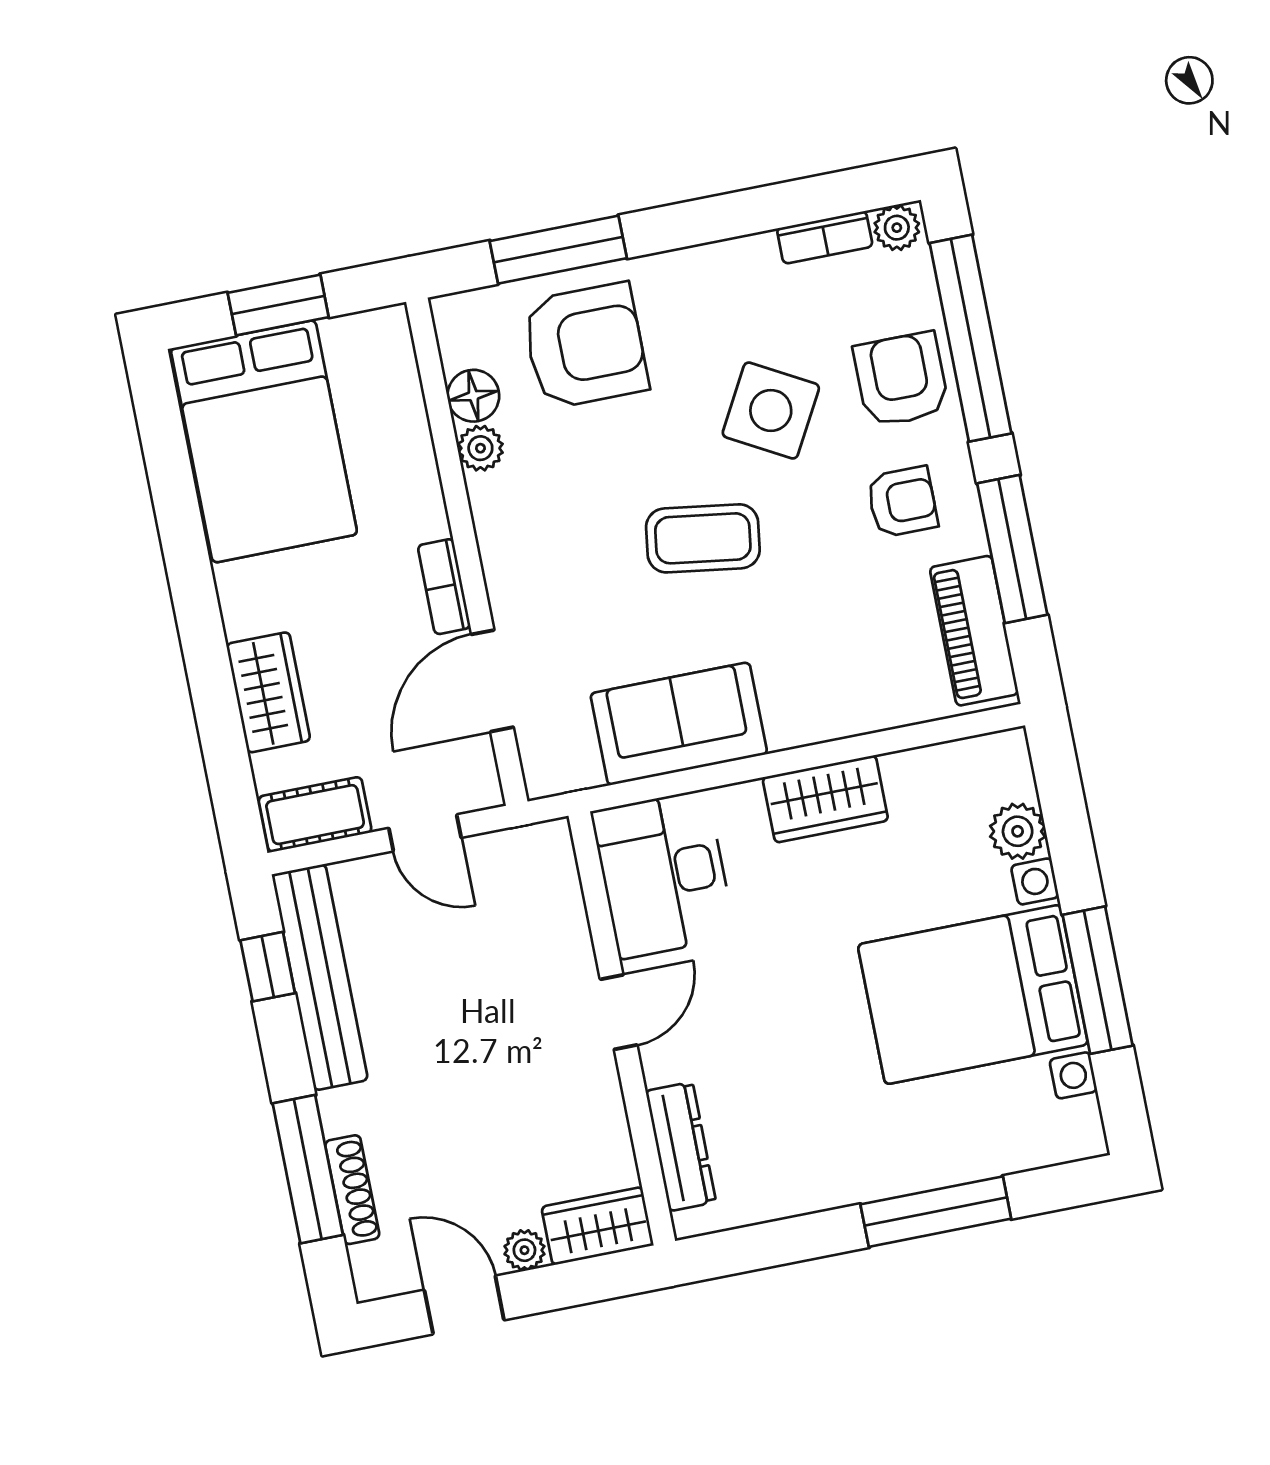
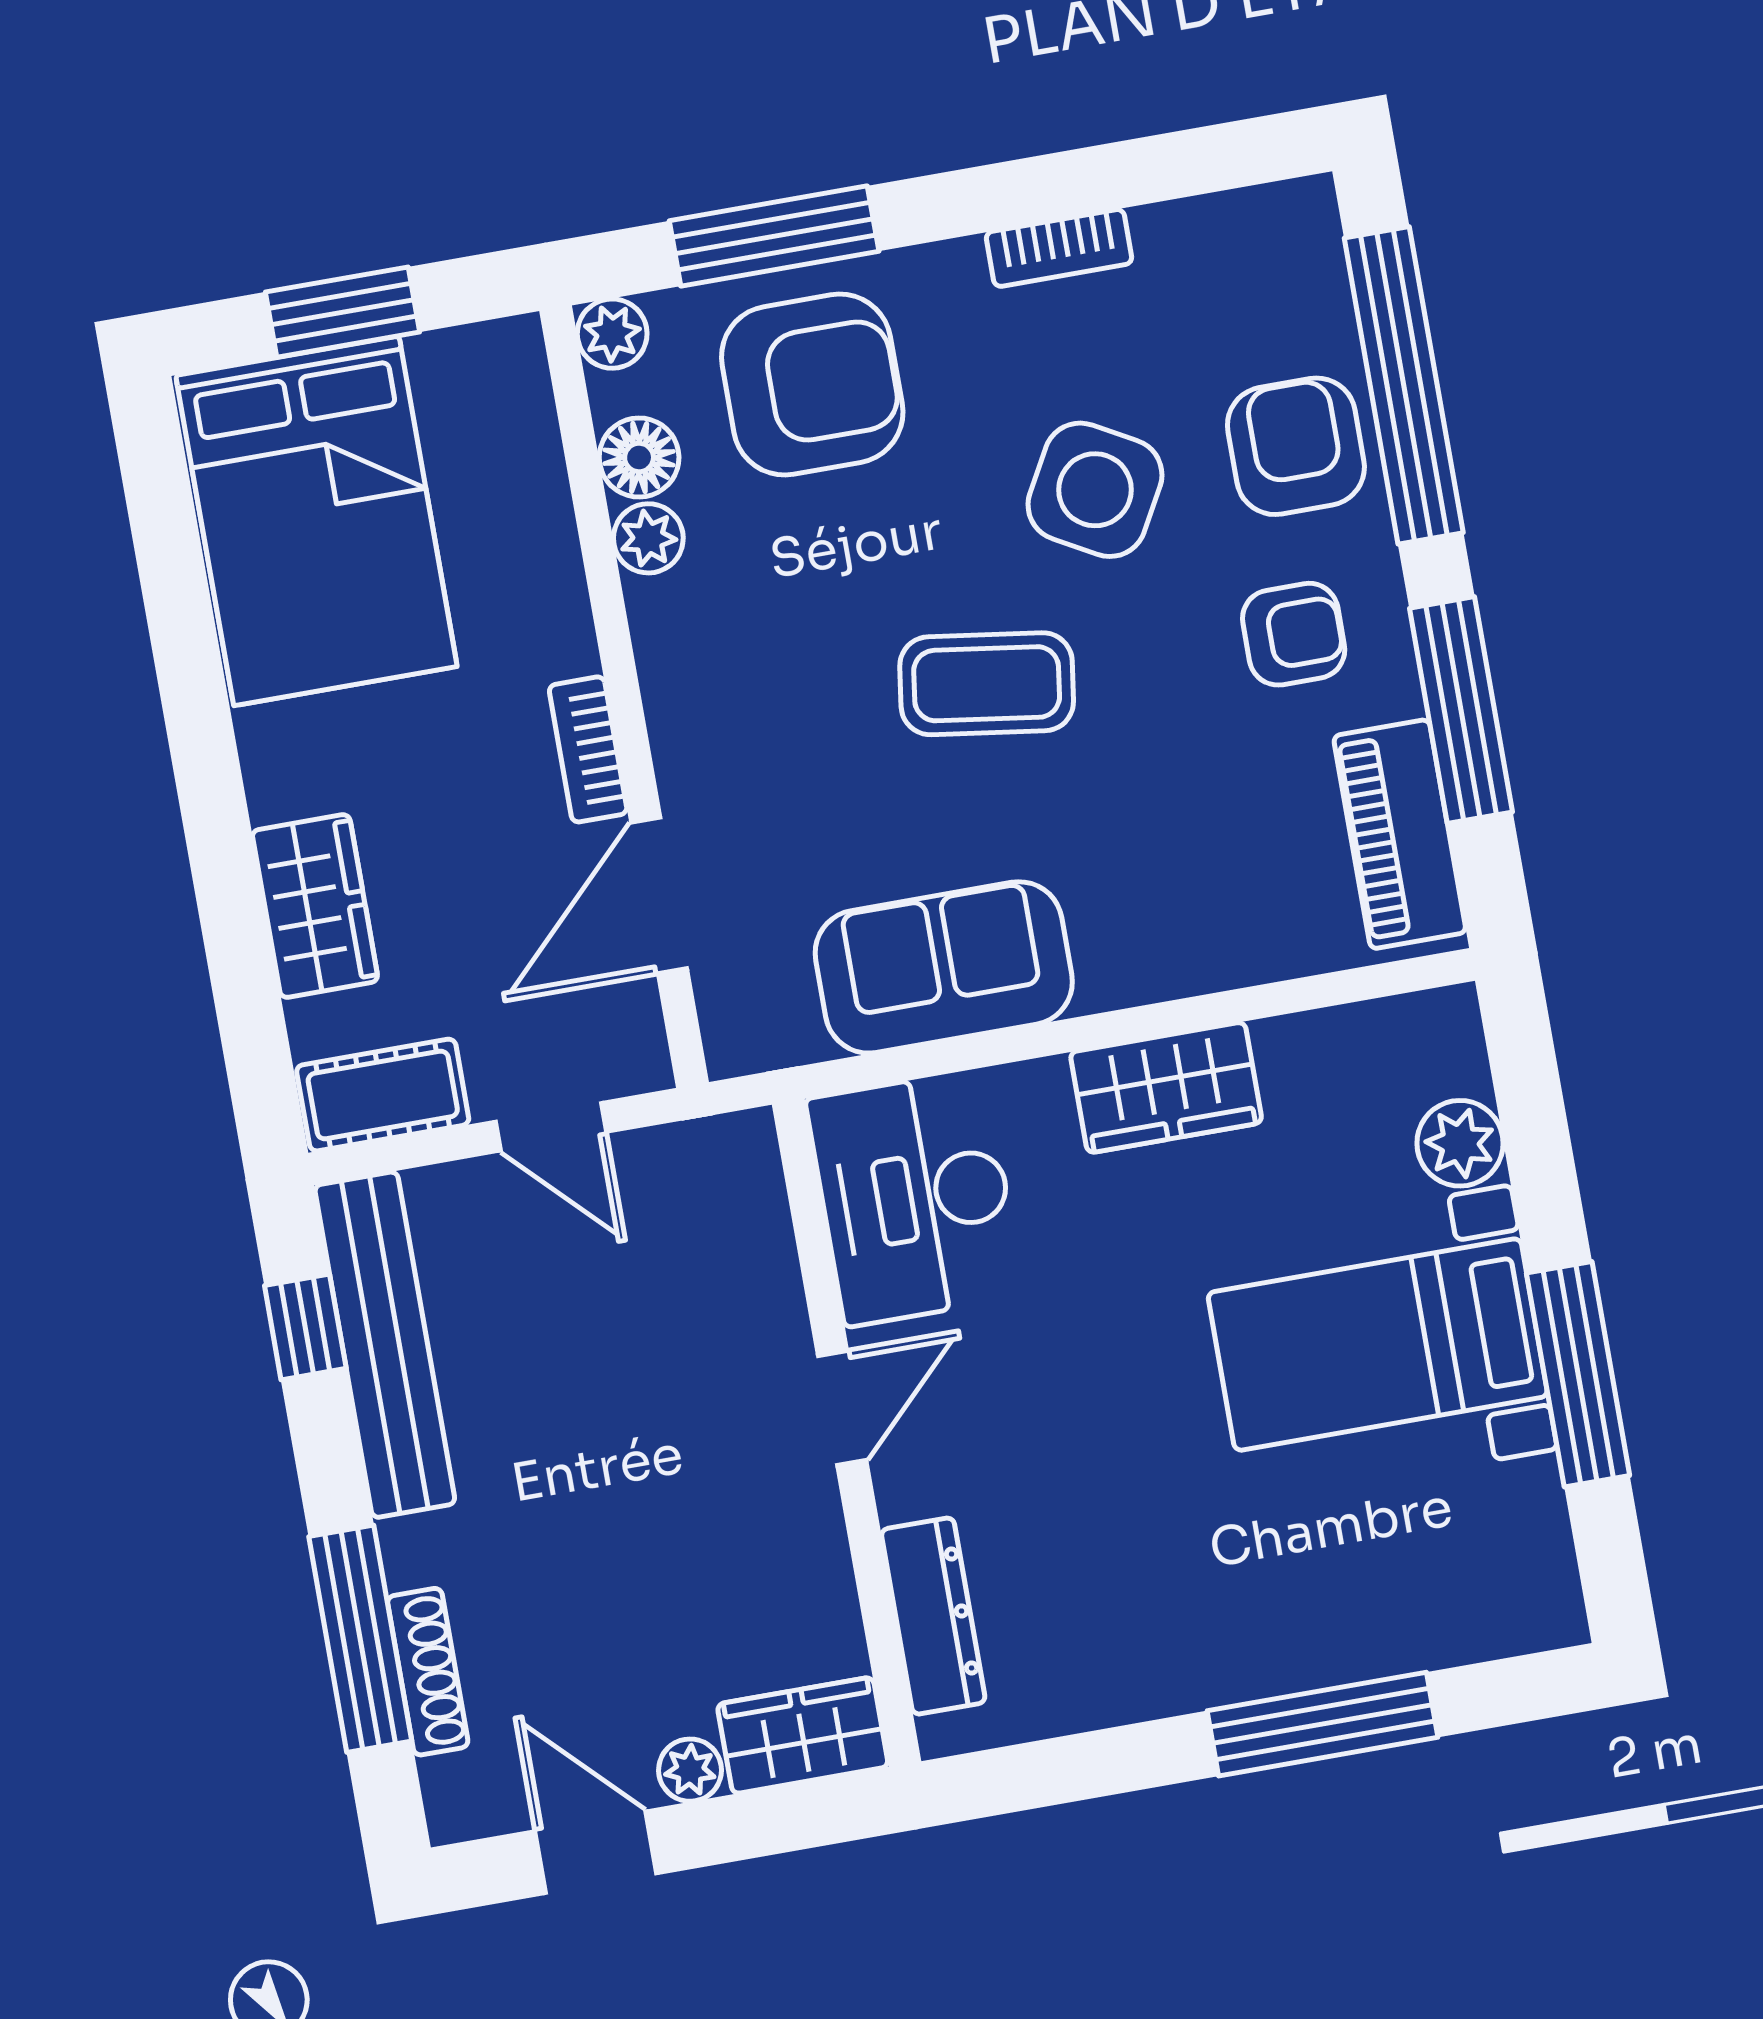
plant: (897, 228) -> (612, 334), moved
bookcase: (825, 237) -> (1059, 248), moved
bed with nightstands: (973, 994) -> (1378, 1345), width x0.73

